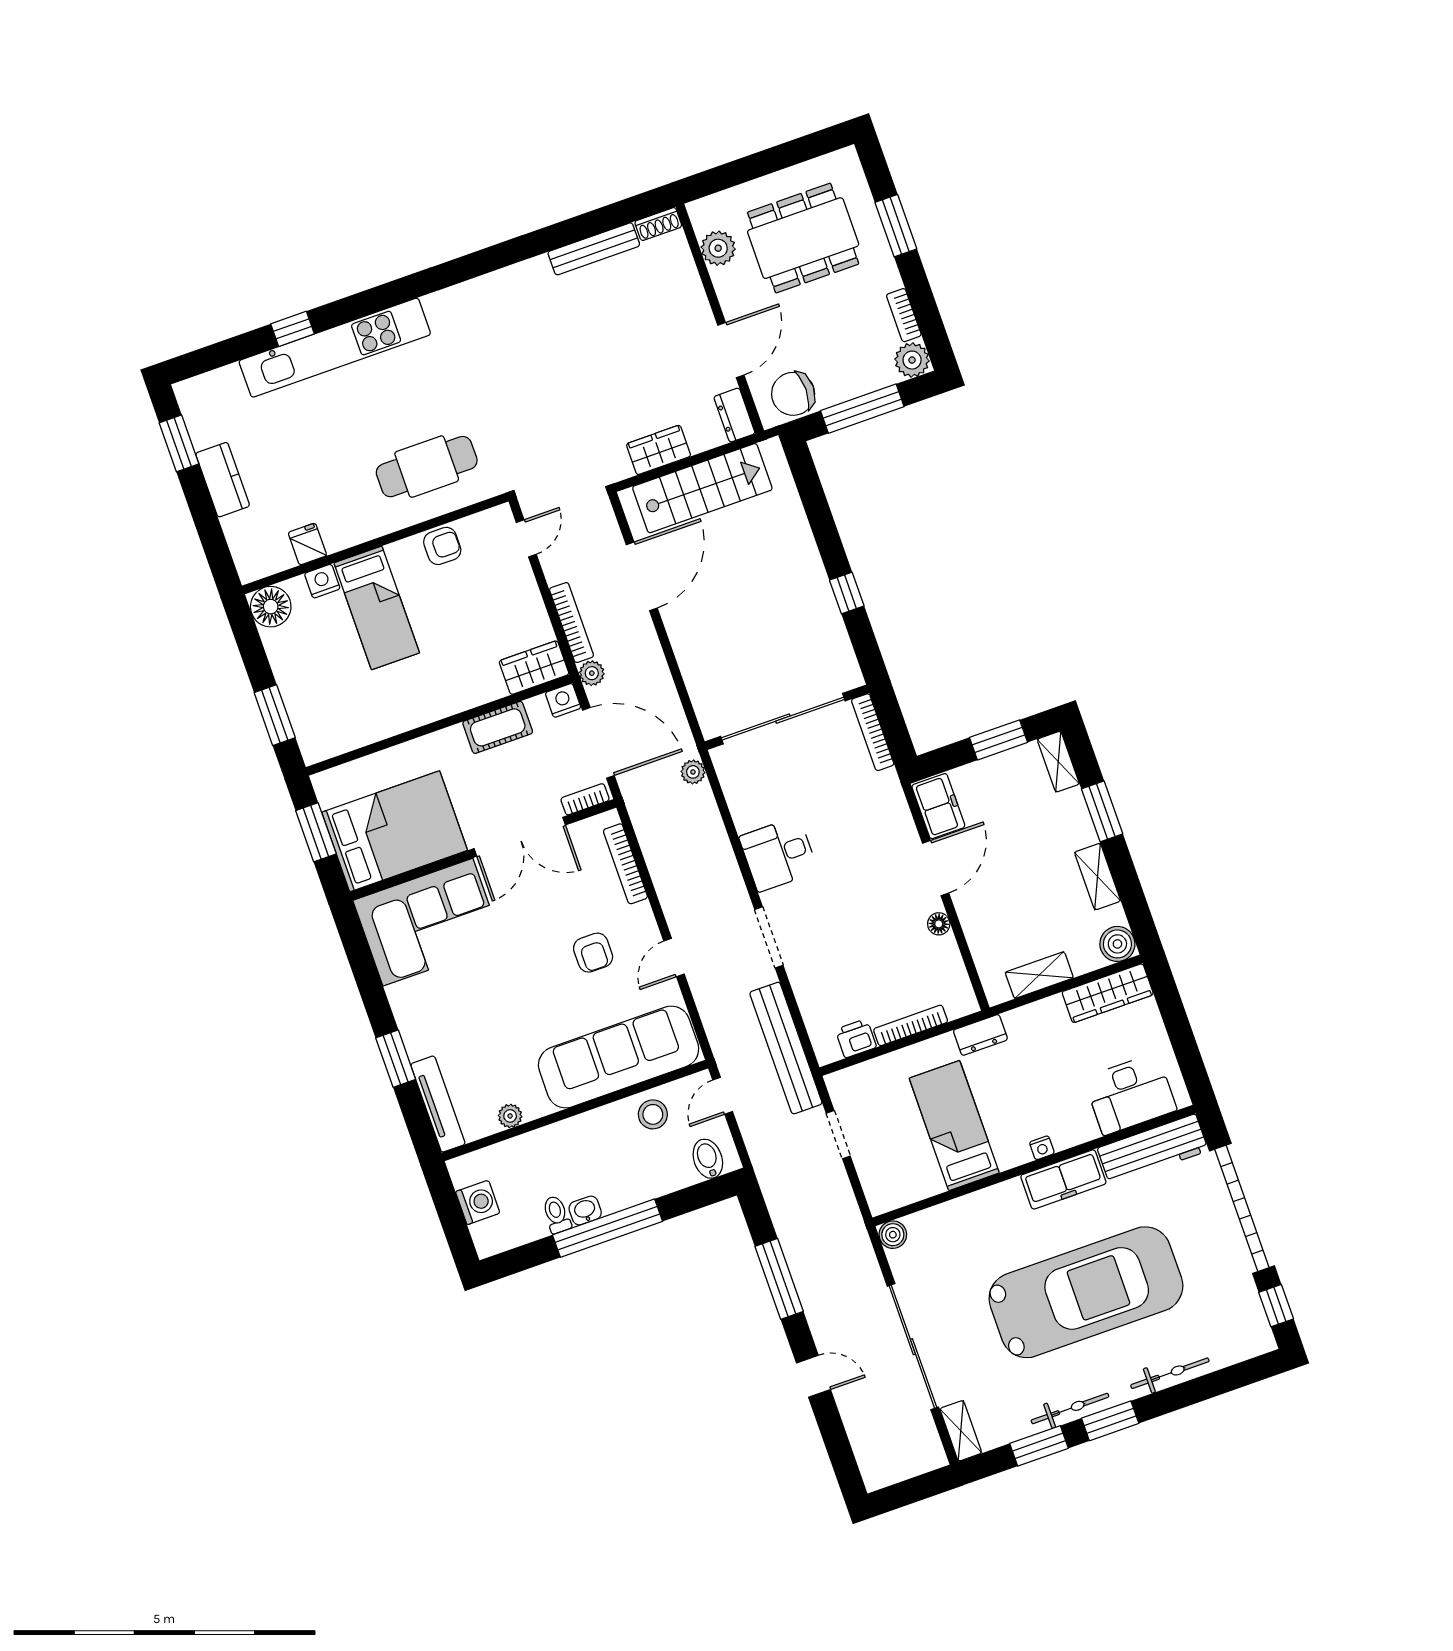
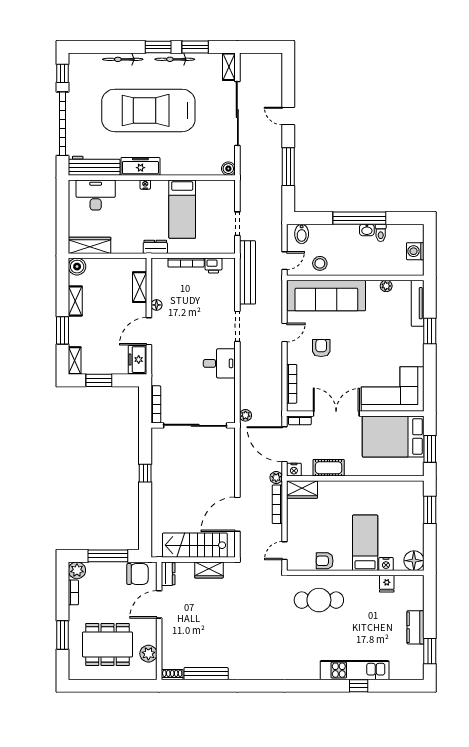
kitchen unit: (335, 348) -> (355, 670), width x0.73
shelving: (1039, 975) -> (140, 287), moved, turned 90

